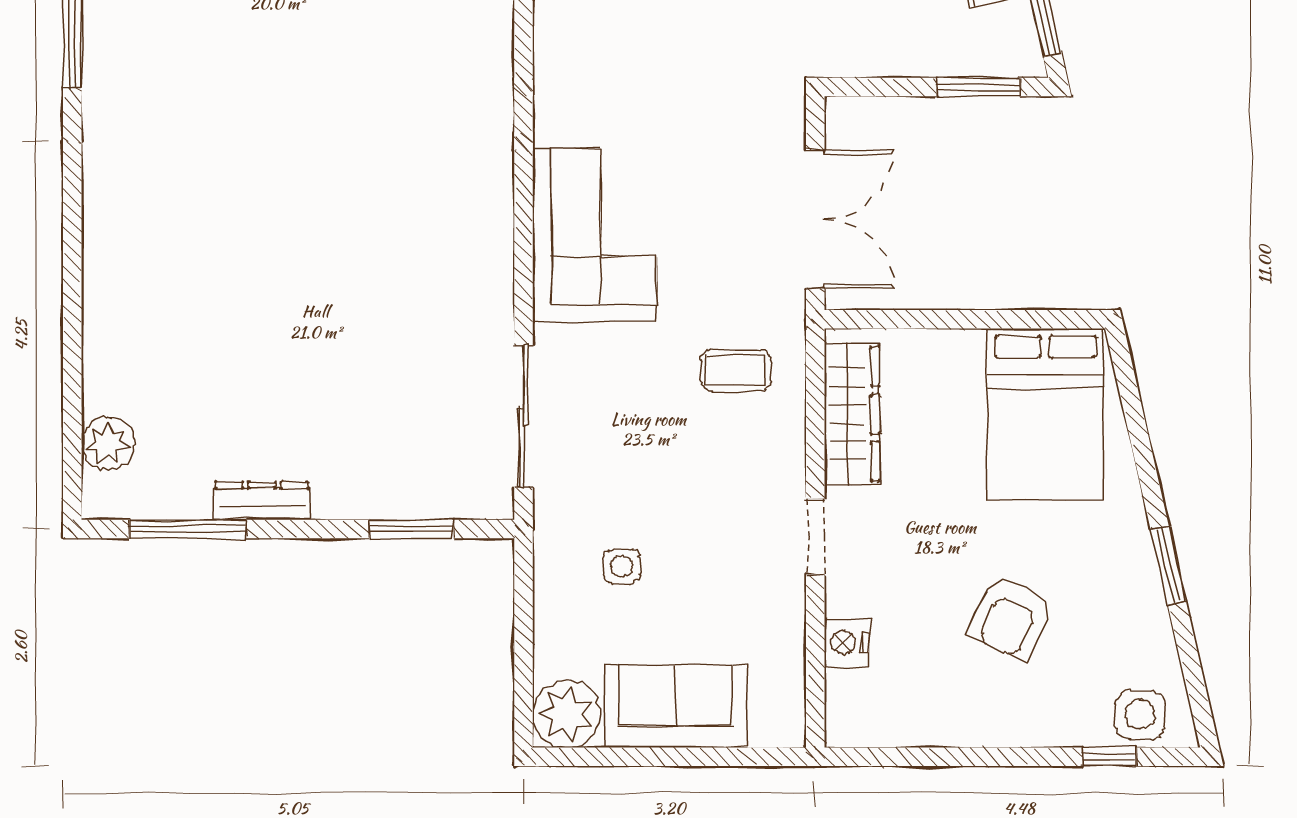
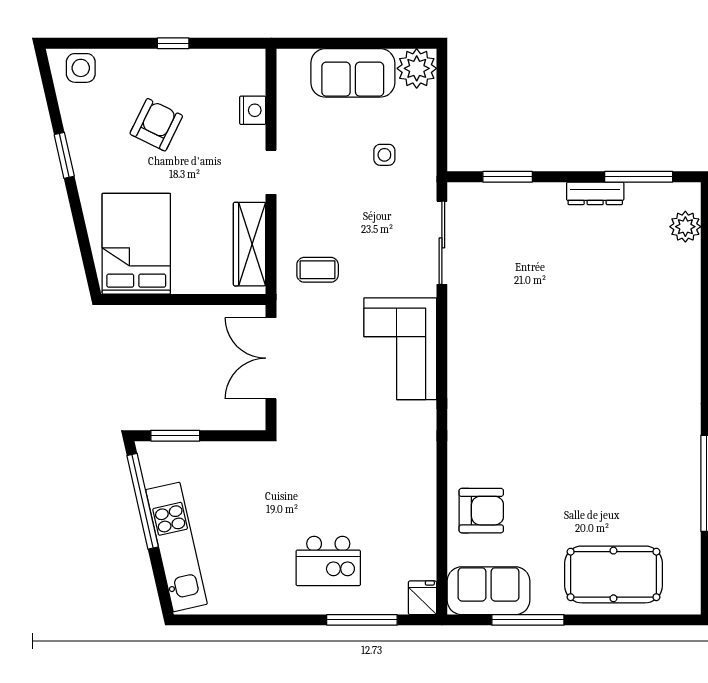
window: (1109, 757) -> (173, 43), moved

